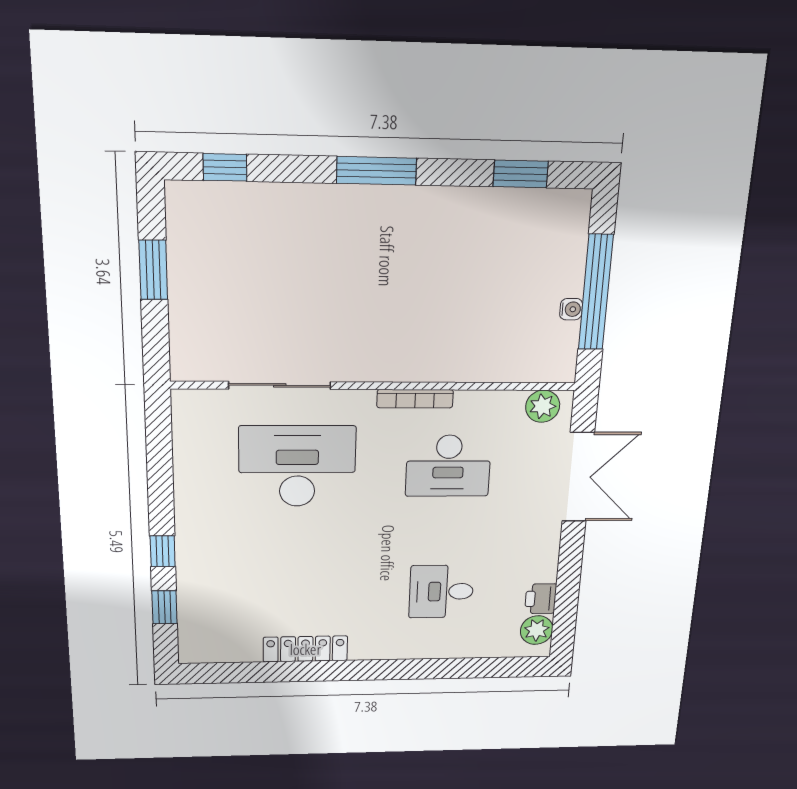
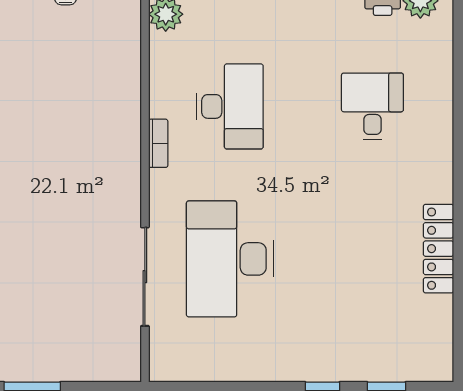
bookcase: (415, 399) -> (158, 143), width x0.64
desk: (441, 592) -> (372, 106), turned 180

